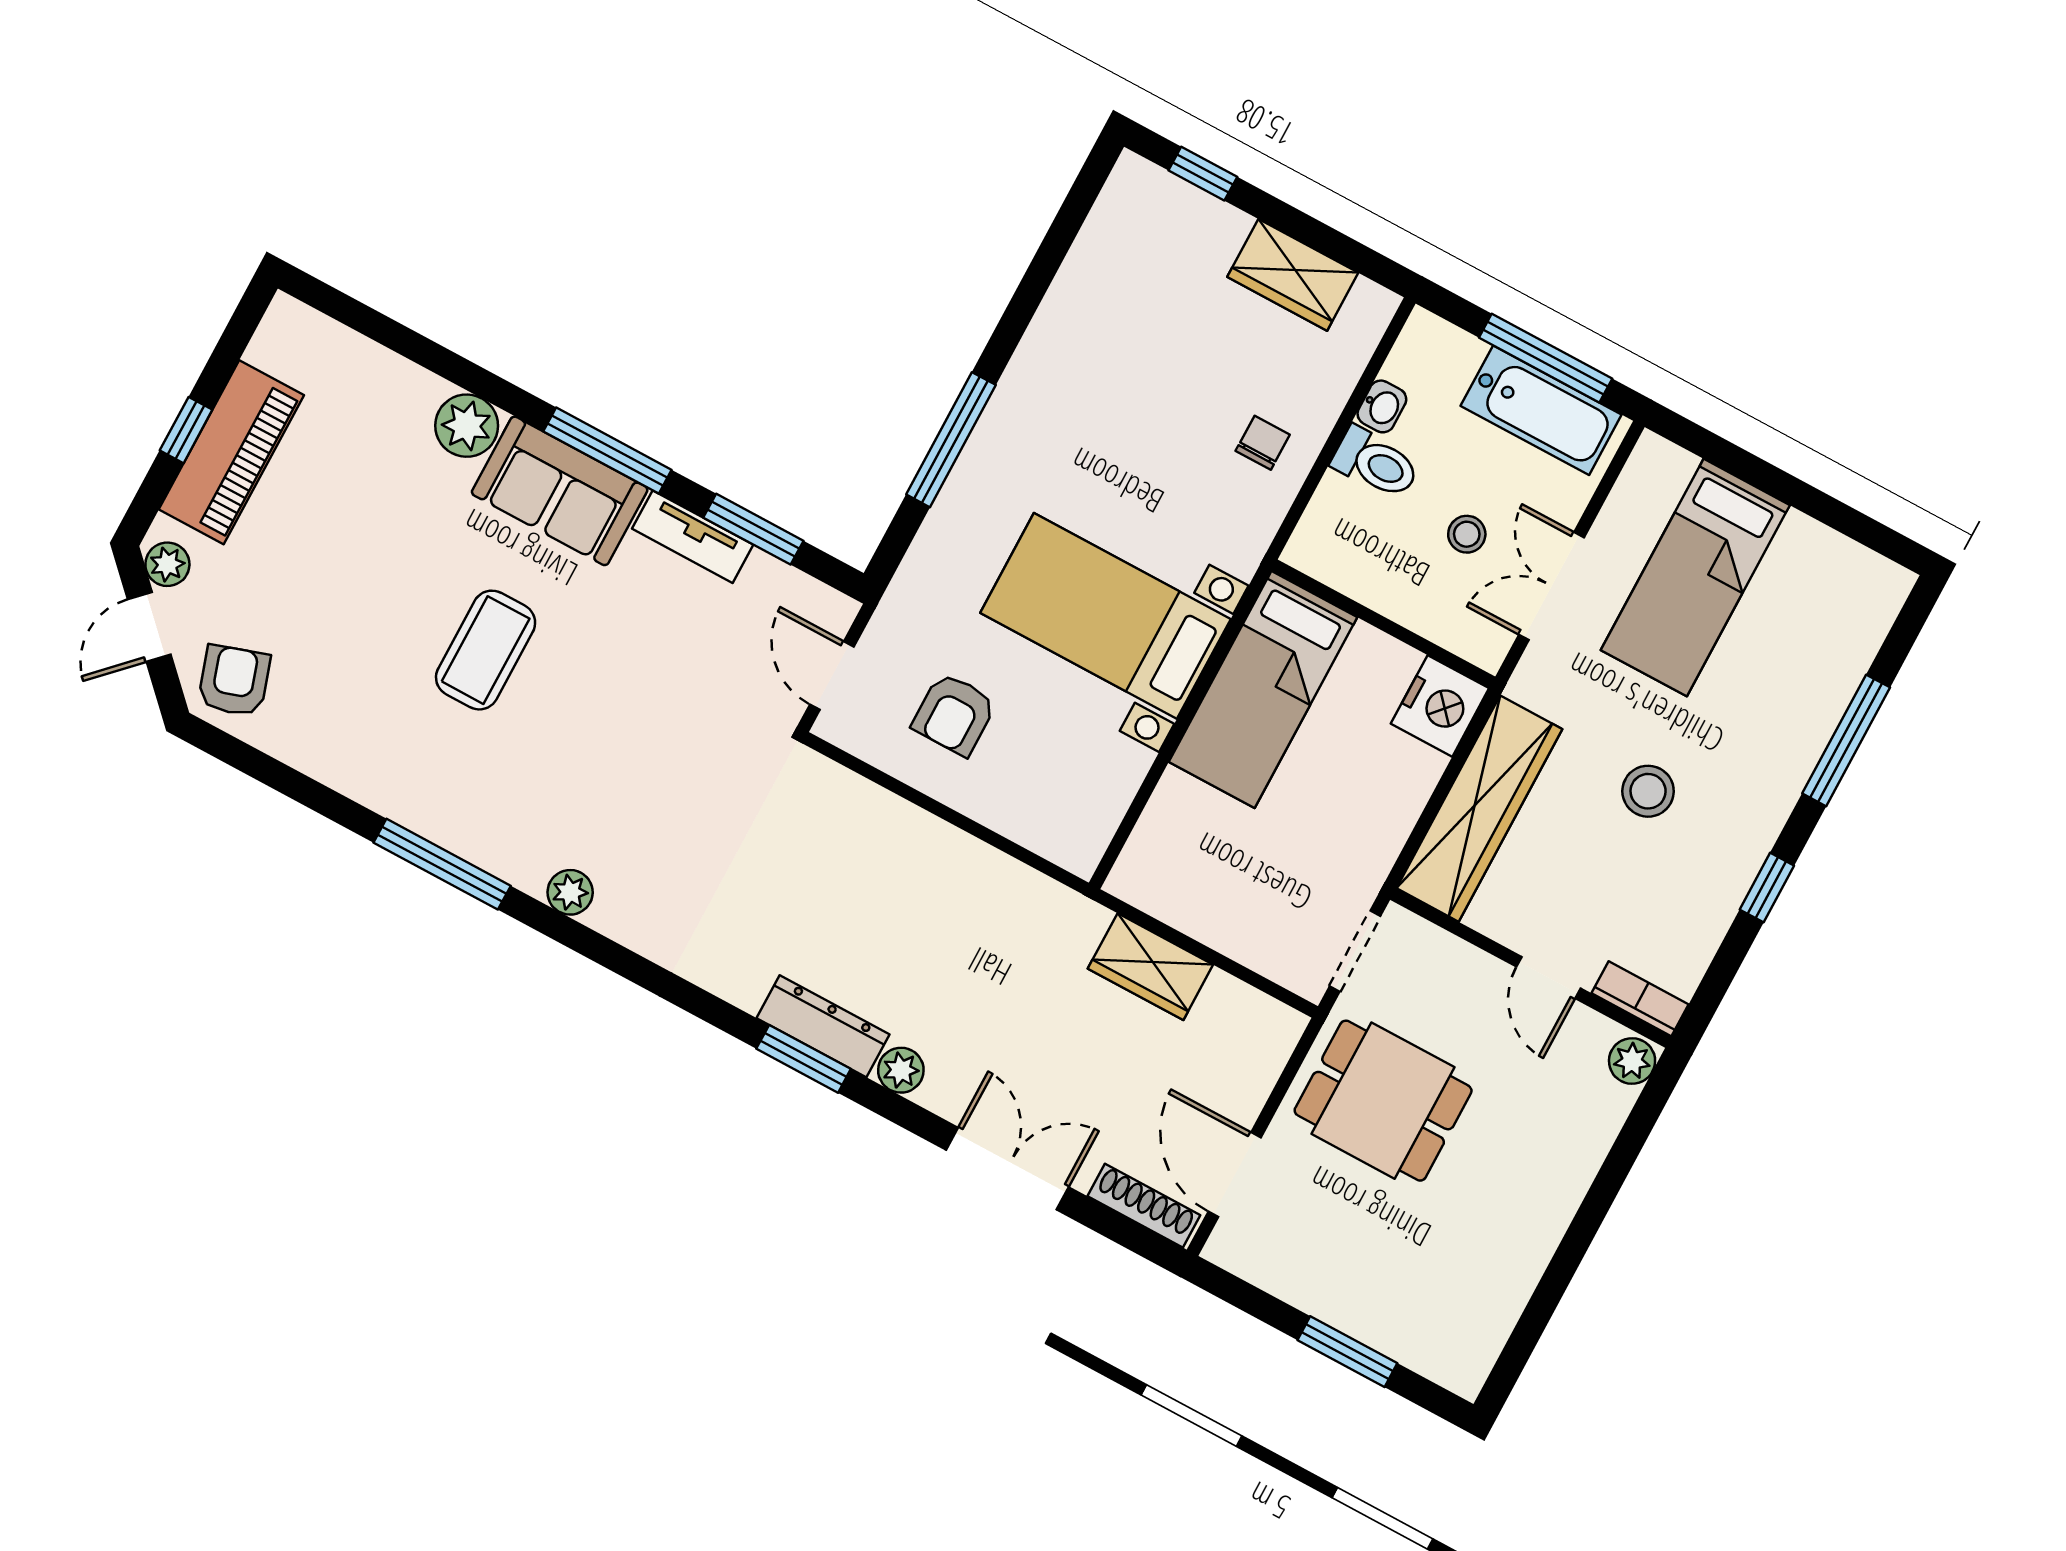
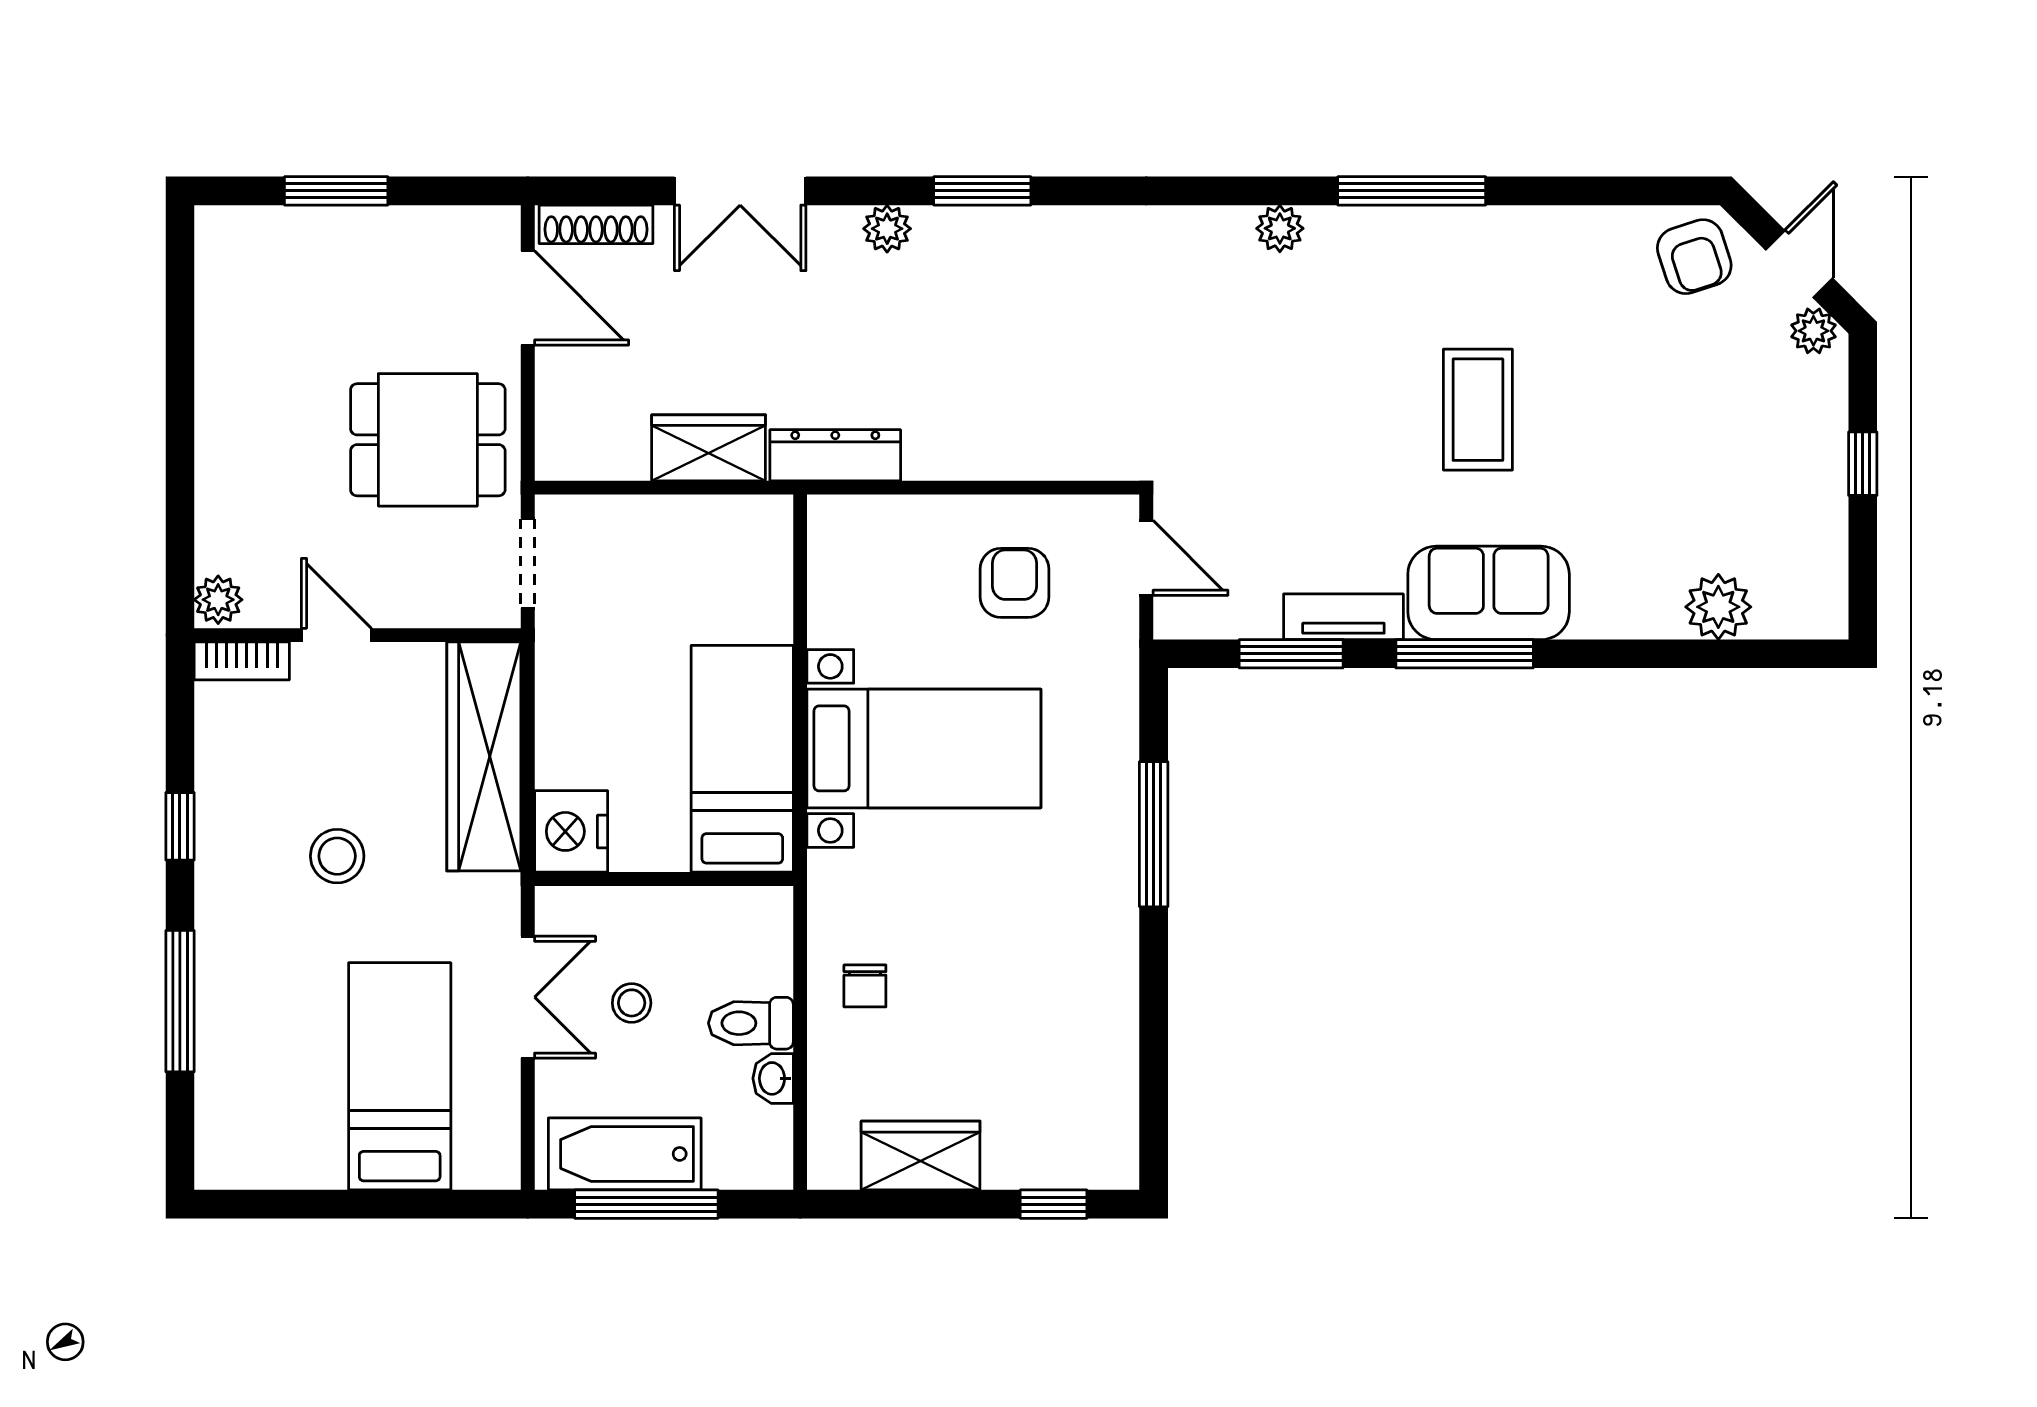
plant: (467, 426) -> (1718, 607), moved
piano: (231, 452) -> (1810, 466), removed
dresser: (823, 1026) -> (835, 455), moved, turned 180

